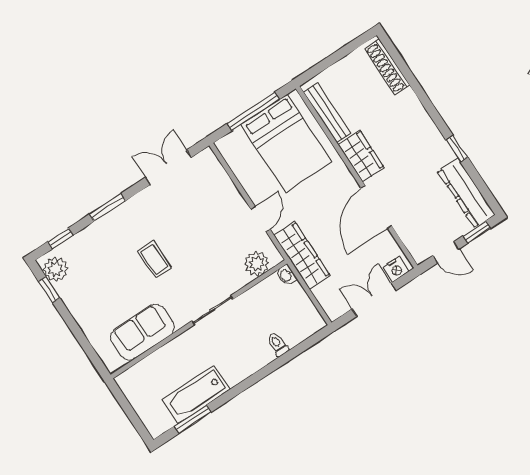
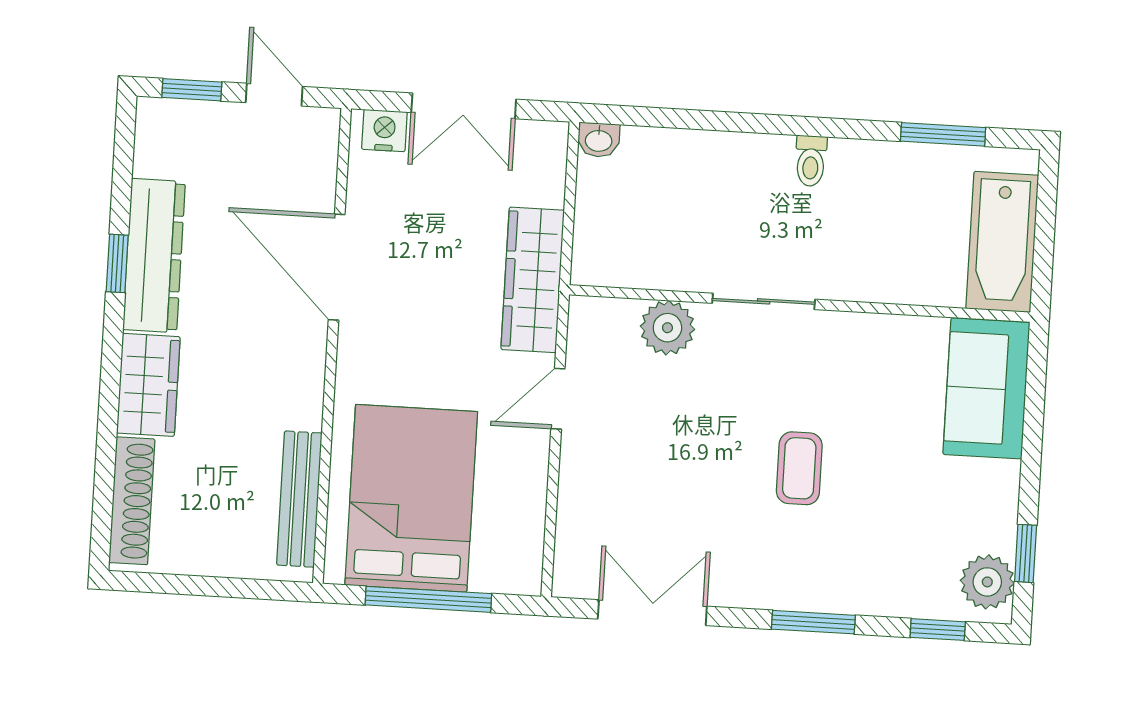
wardrobe: (361, 156) -> (148, 385), moved, turned 180
double door: (168, 167) -> (652, 613), swing flipped
dresser: (466, 193) -> (154, 256), moved
door: (376, 207) -> (337, 267), swing flipped
plant: (257, 264) -> (667, 328), moved
washbasin: (286, 275) -> (599, 140), moved, turned 90
sofa: (143, 332) -> (986, 388), moved, turned 90
toilet: (278, 345) -> (811, 161), moved
bathtub: (196, 394) -> (1002, 242), moved, turned 90

